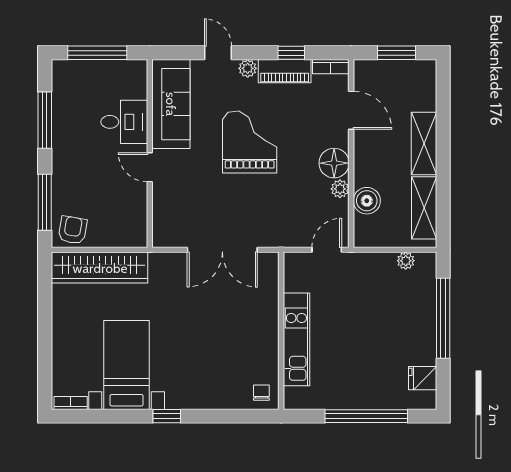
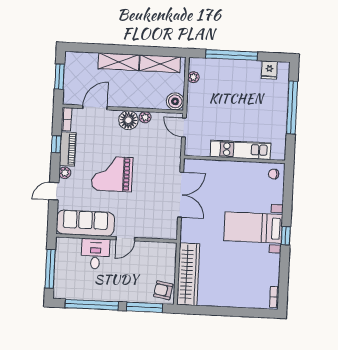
window: (45, 120) -> (92, 305), width x1.46
boiler: (367, 201) -> (175, 101), moved
bed with nightstands: (127, 365) -> (253, 228), moved

